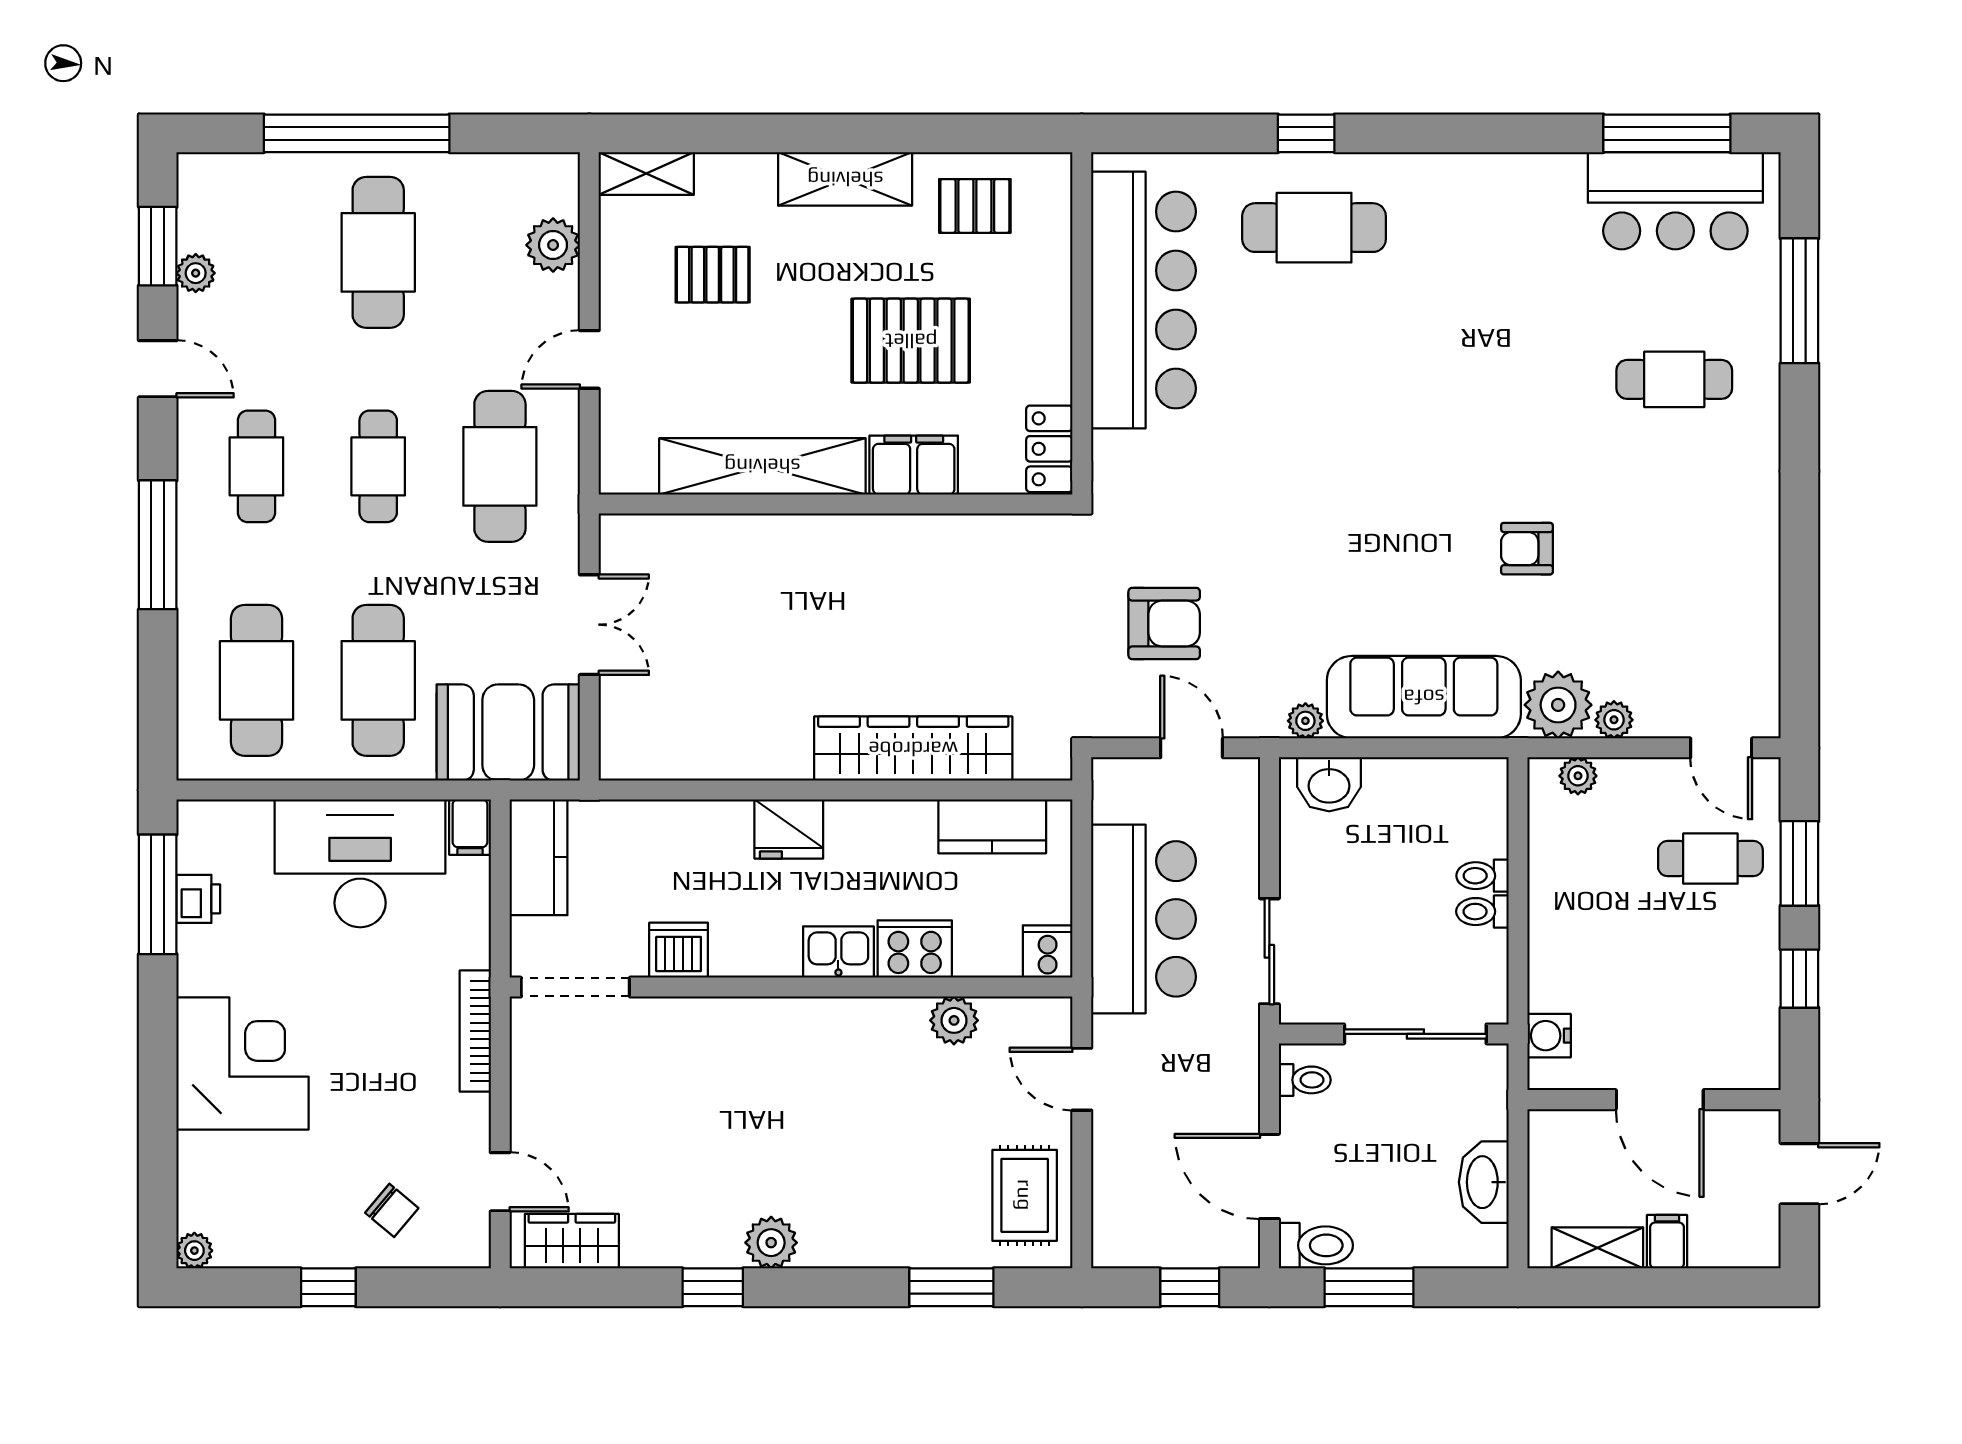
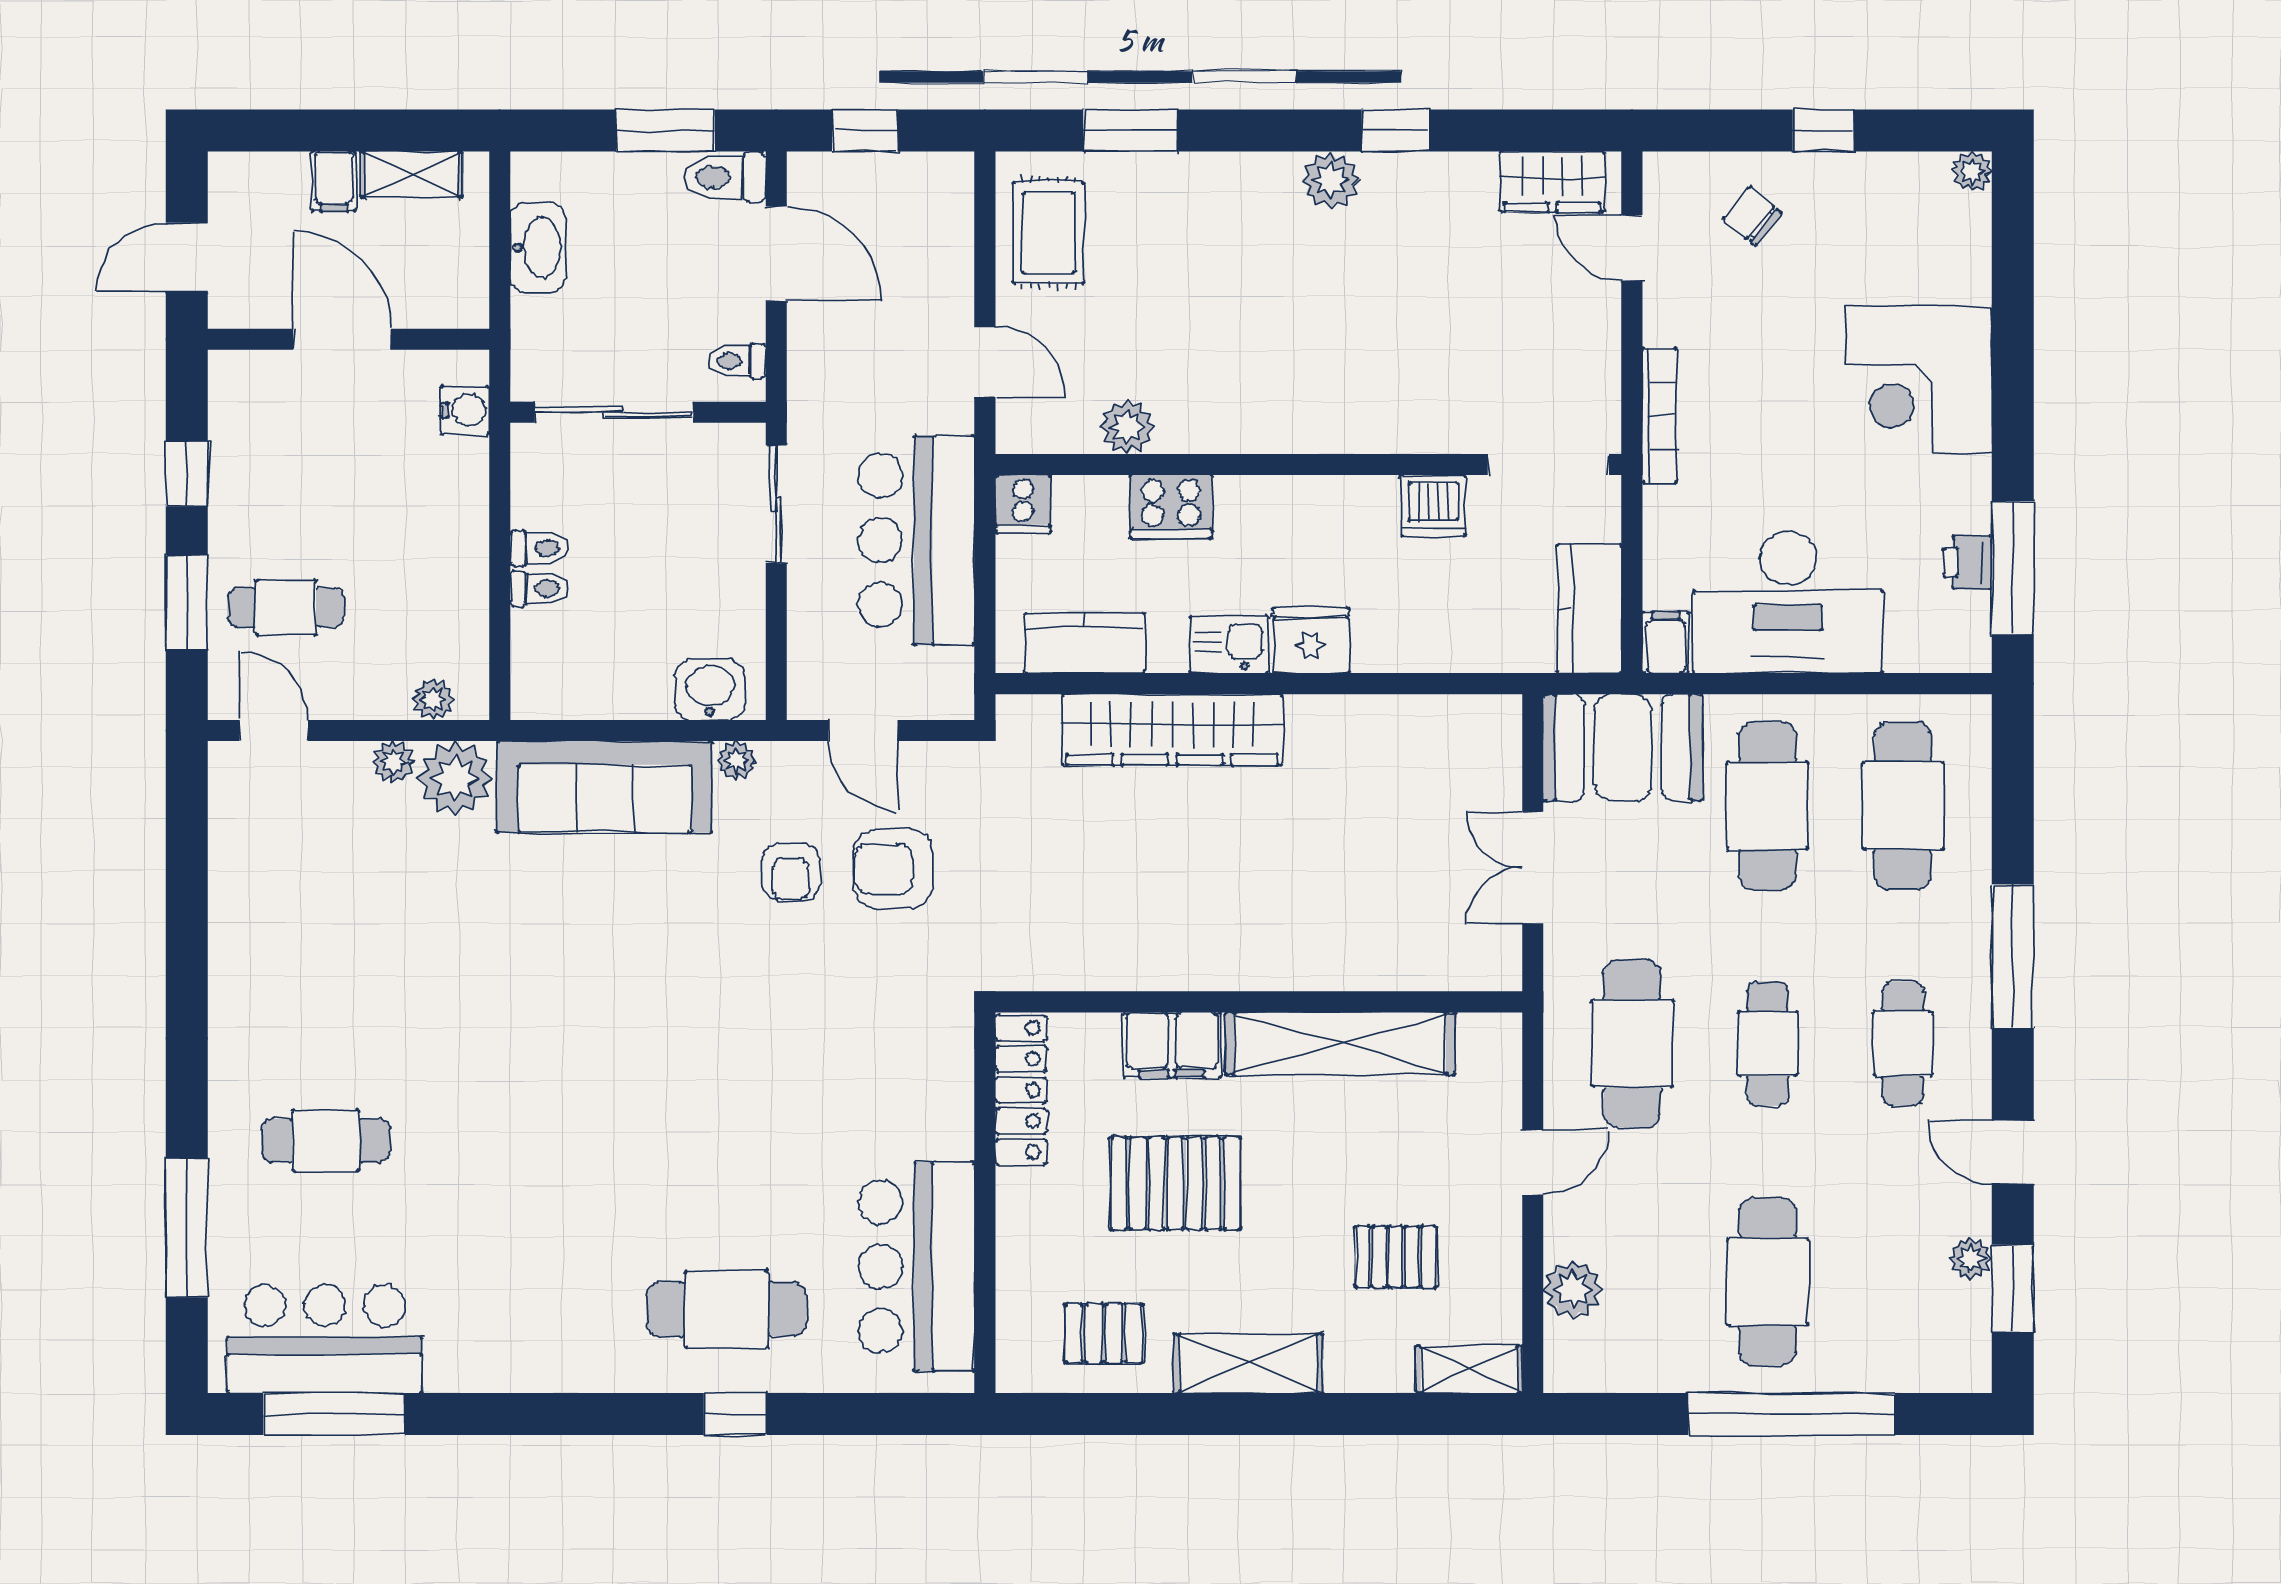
bar counter: (1143, 300) -> (916, 1267), width x0.73
locker: (1049, 449) -> (1021, 1090), width x1.53
armchair: (1527, 549) -> (791, 872), moved, turned 90
kitchen sink: (838, 952) -> (1229, 645), moved, turned 180

